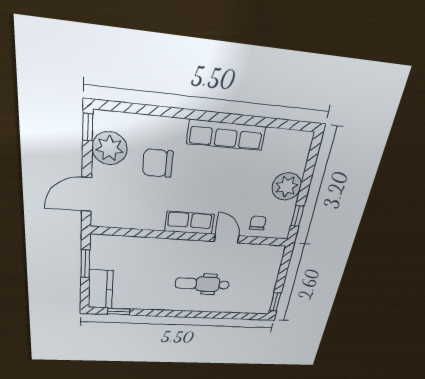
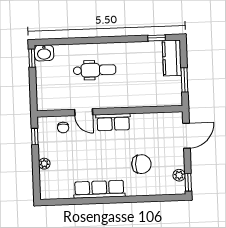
plant: (110, 148) -> (179, 175), width x0.53, depth x0.53
plant: (287, 186) -> (44, 164), width x0.53, depth x0.53
washbasin: (259, 306) -> (44, 53), added

